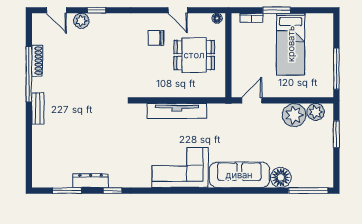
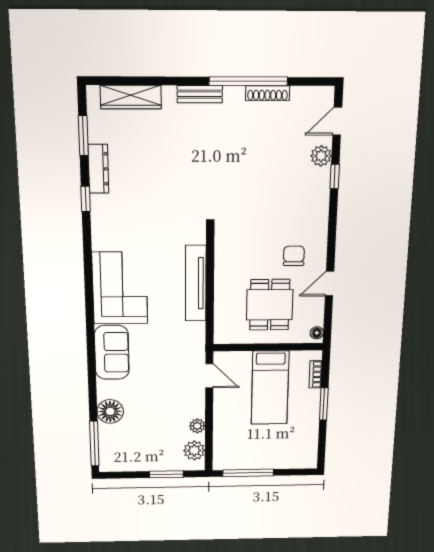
bed: (291, 44) -> (270, 388), moved, turned -90
plant: (294, 115) -> (197, 426), width x0.53, depth x0.53
wardrobe: (40, 157) -> (131, 97), added
sofa: (239, 175) -> (112, 352), width x0.73

